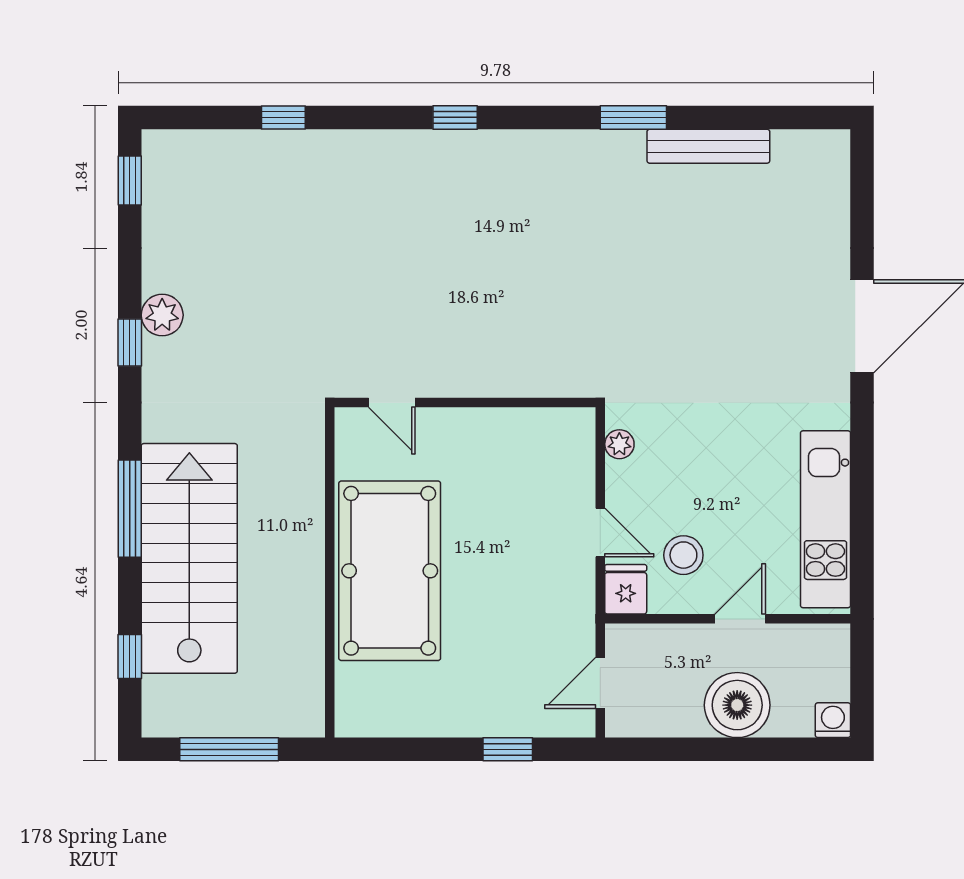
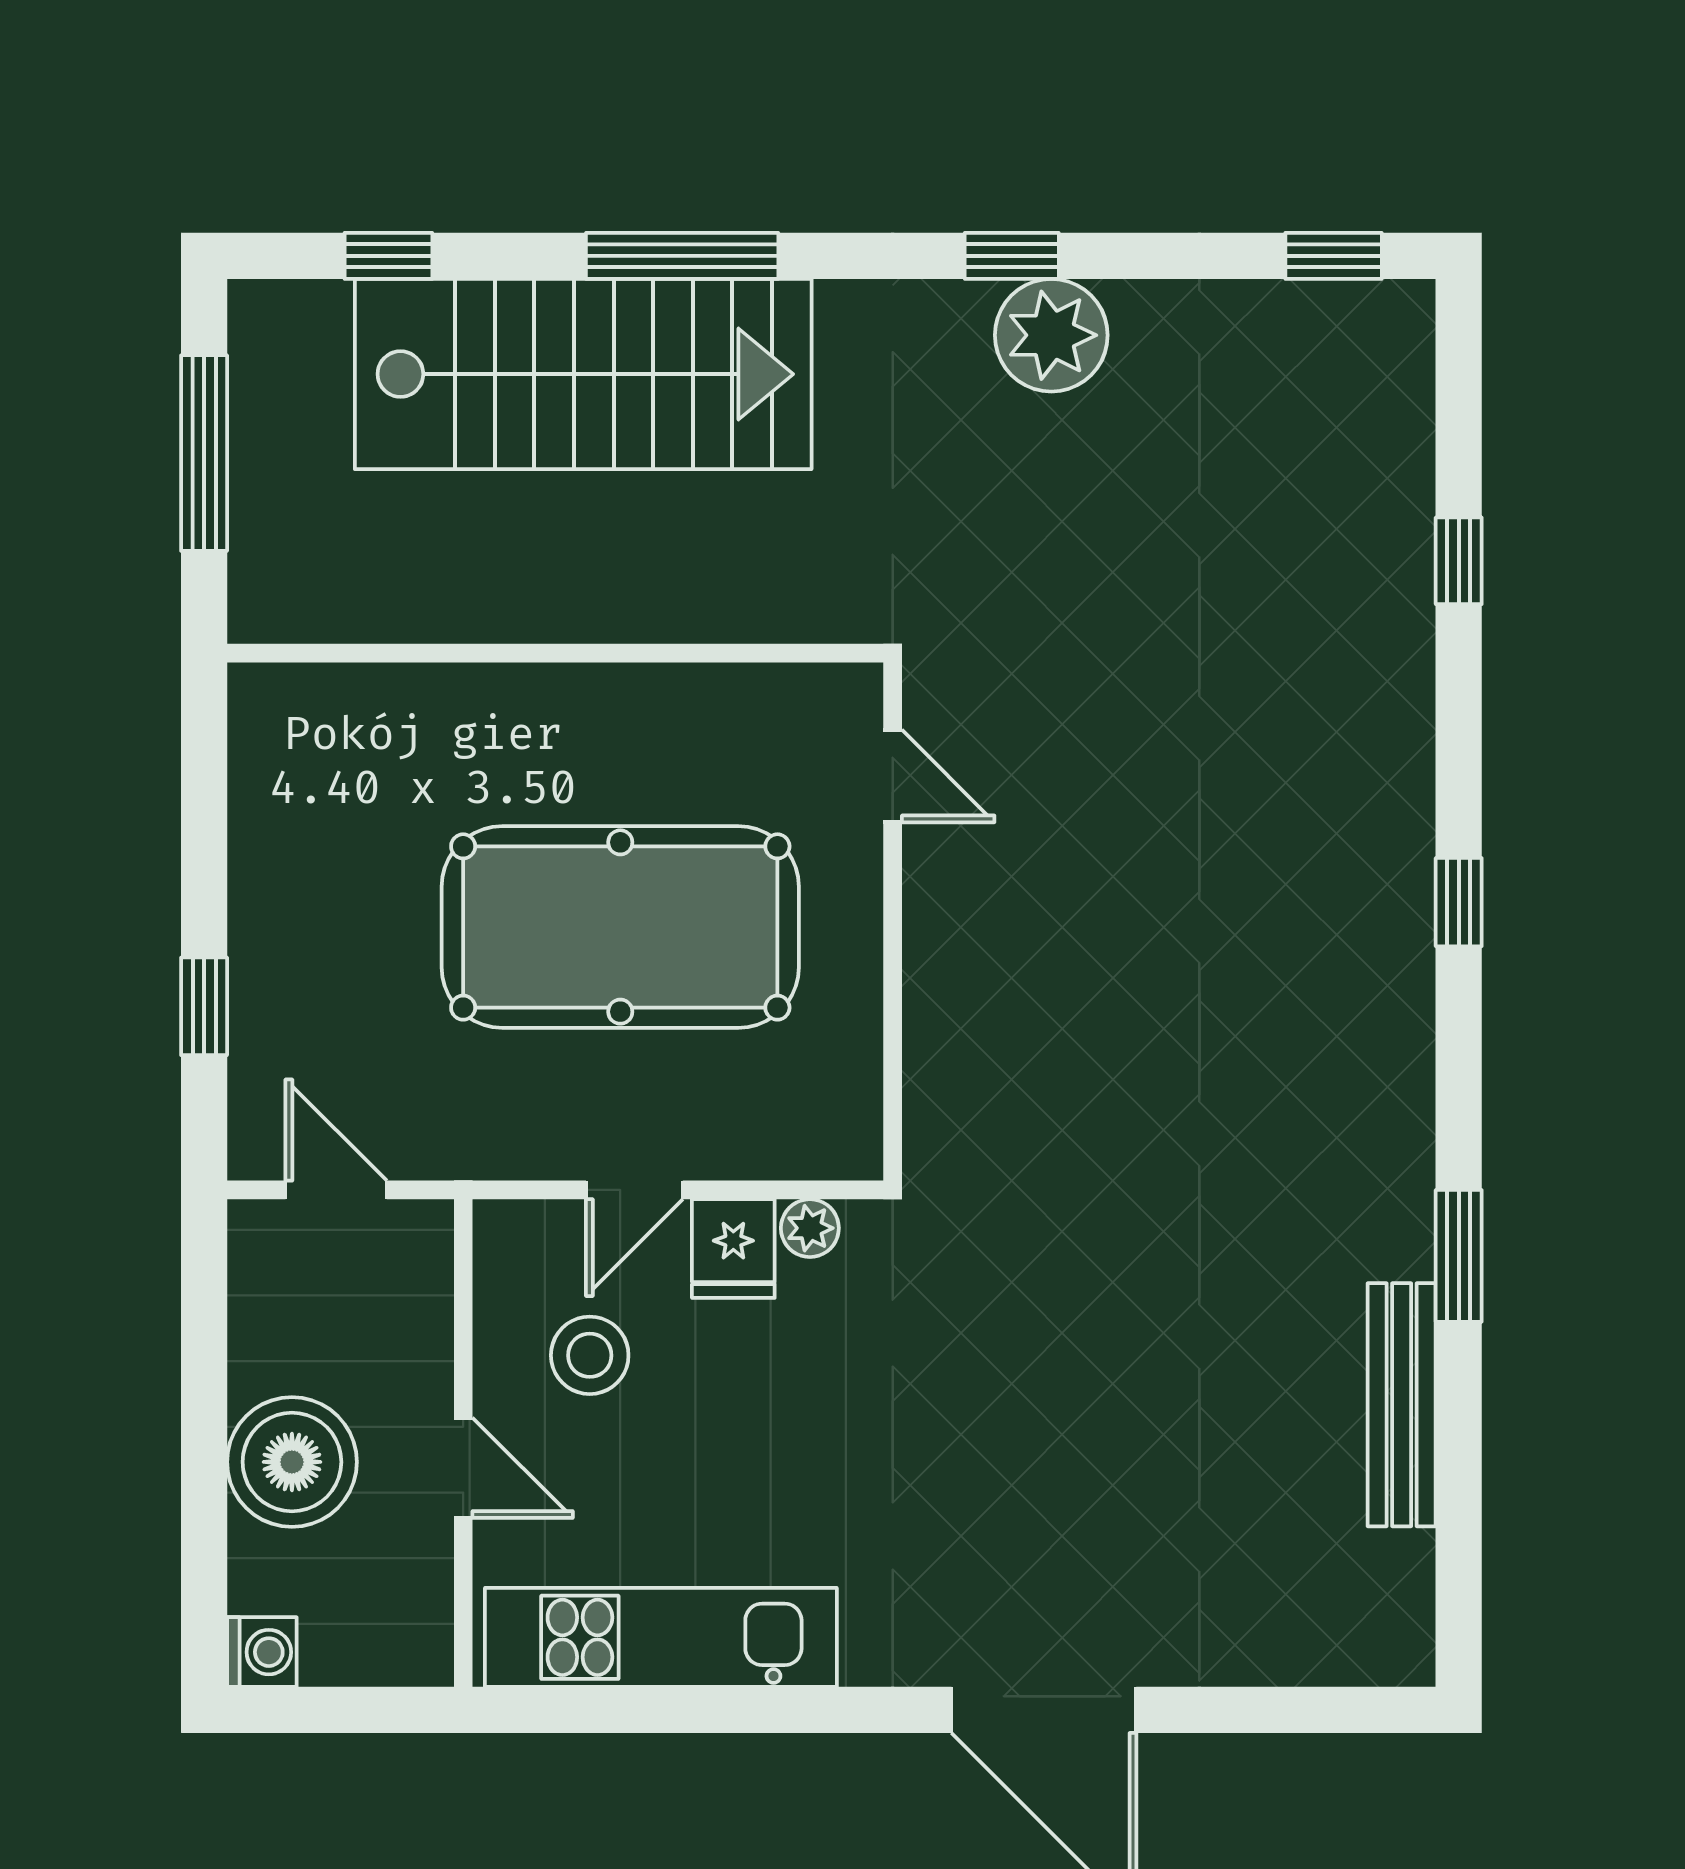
plant: (162, 315) -> (1051, 335), width x1.36, depth x1.36
door: (392, 403) -> (893, 776), swing flipped
pool table: (390, 571) -> (620, 927), moved
fridge: (626, 589) -> (733, 1249), moved, turned 90

